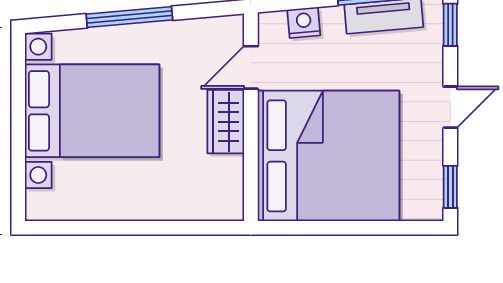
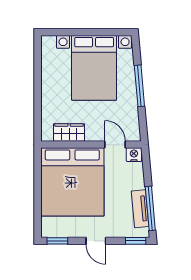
nightstand: (304, 22) -> (134, 155), moved, turned -85
wardrobe: (226, 122) -> (69, 132), moved

